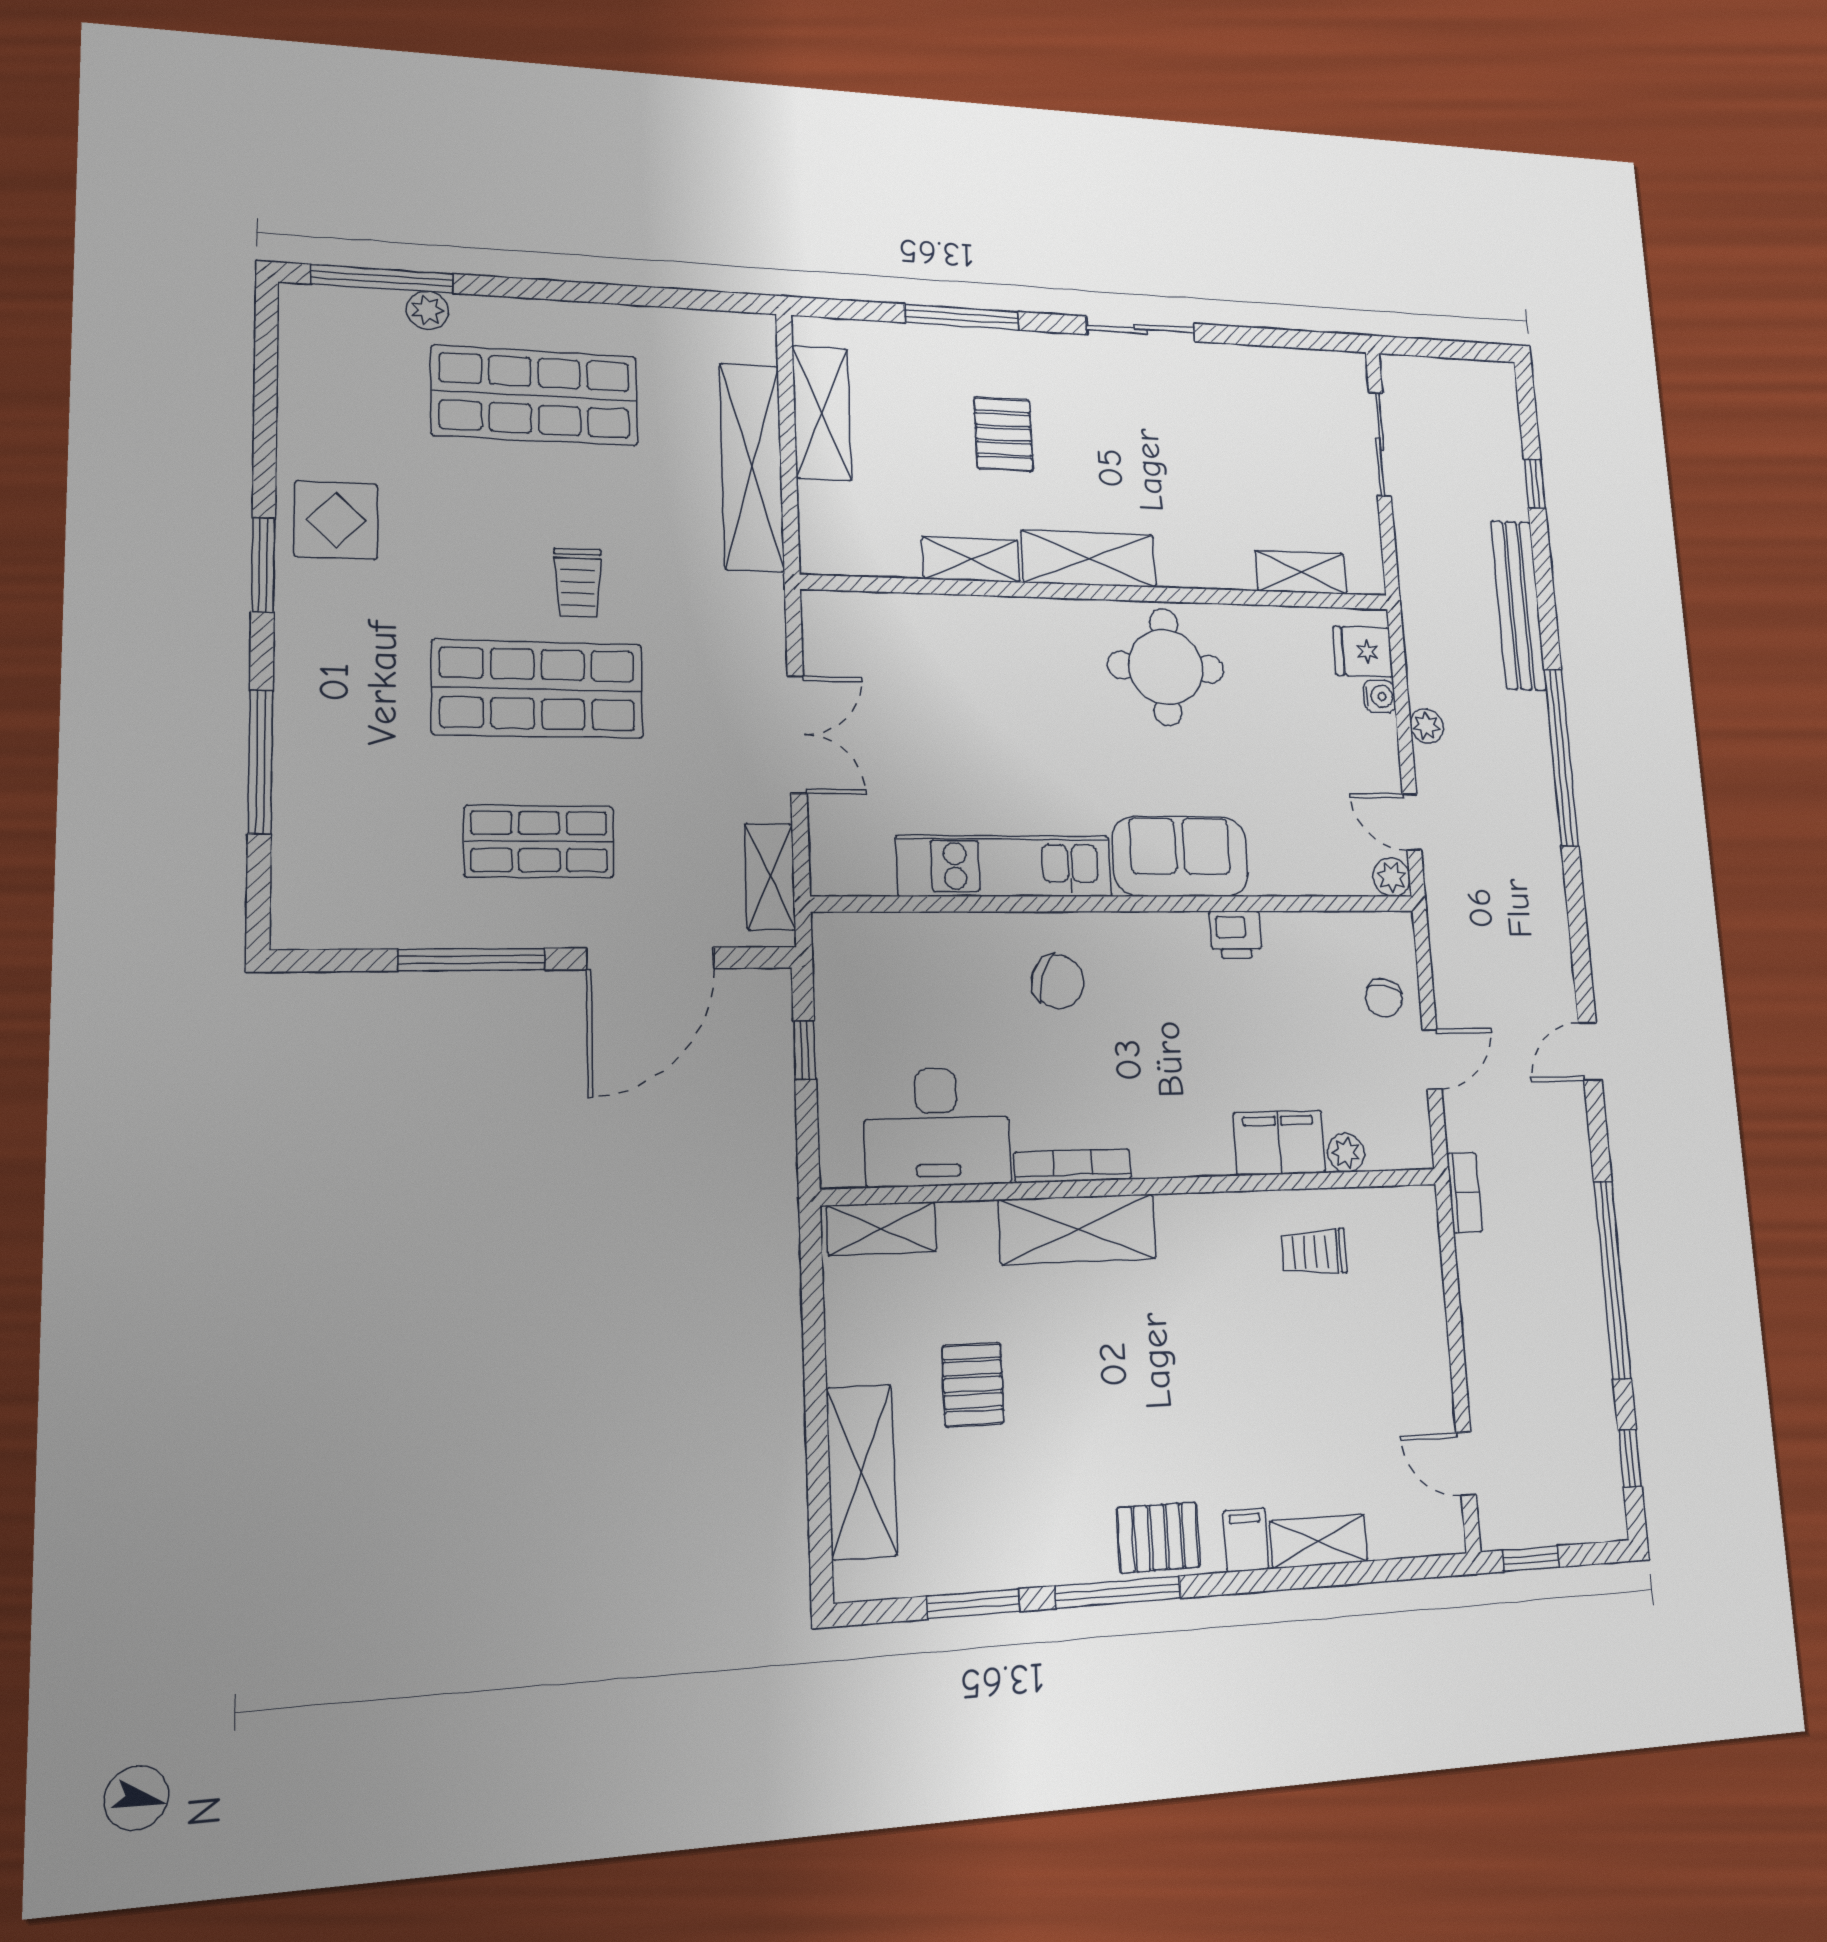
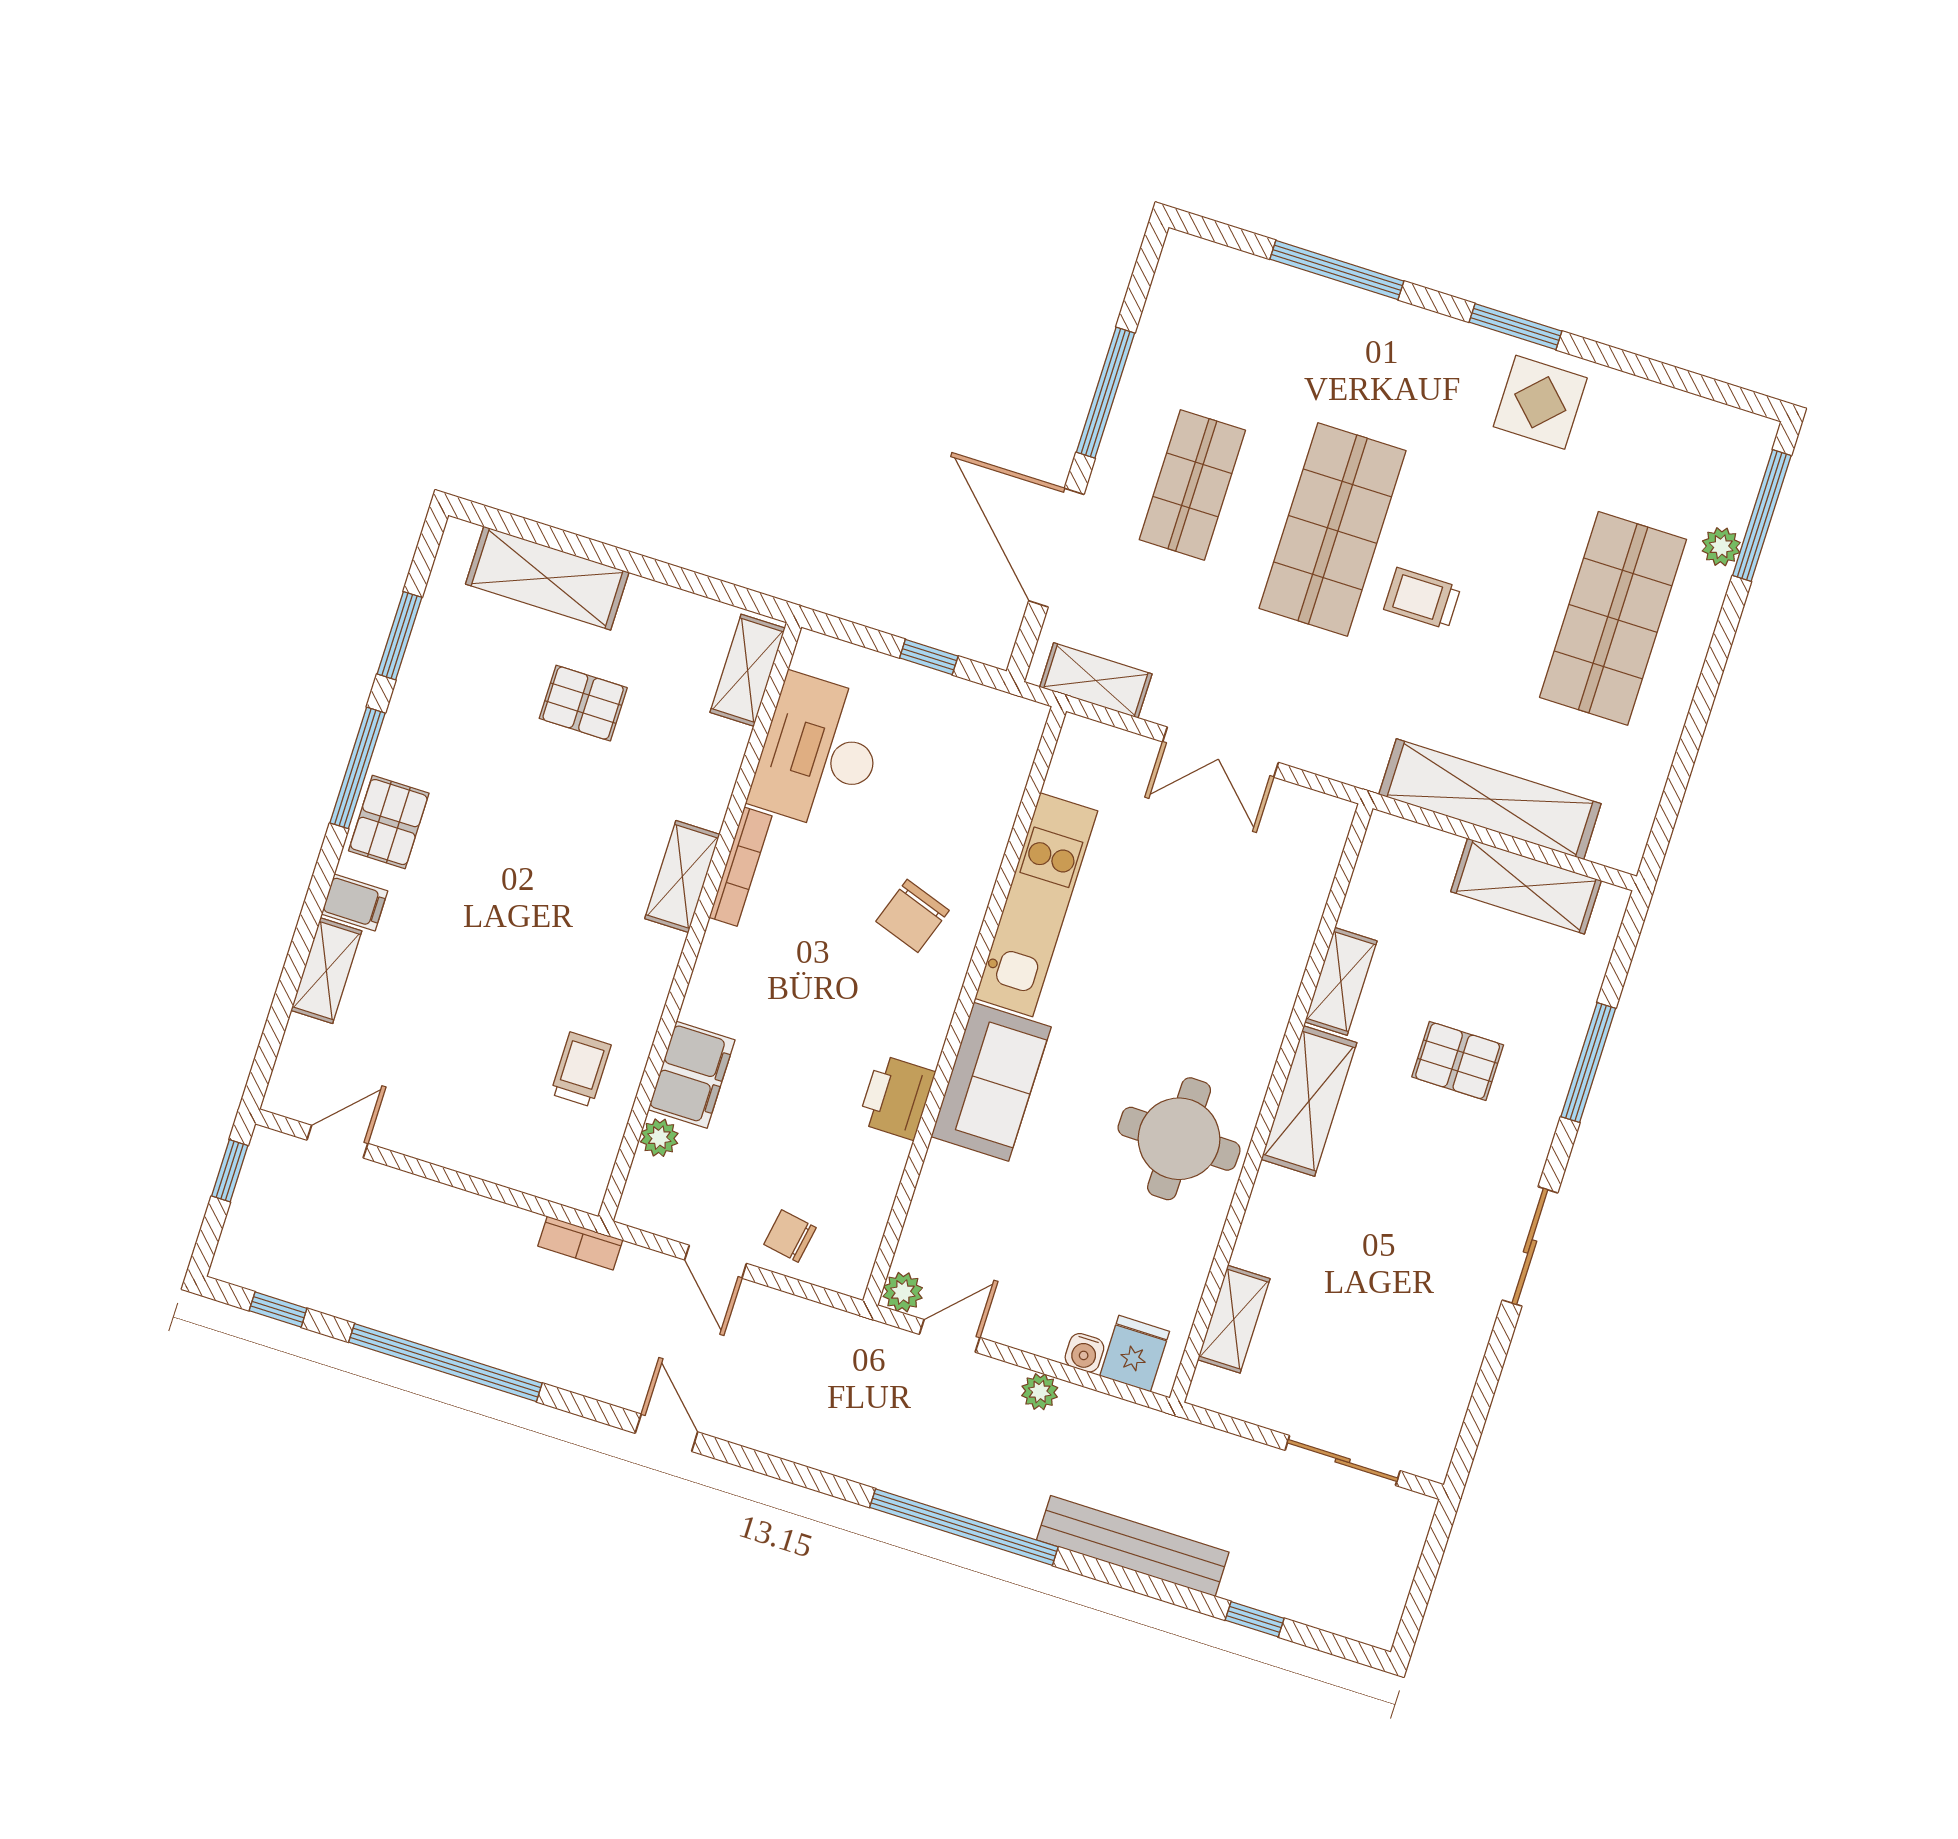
printer: (1235, 935) -> (897, 1097), width x1.36, depth x1.24
shelving: (1077, 1229) -> (682, 876), width x0.67, depth x0.75

